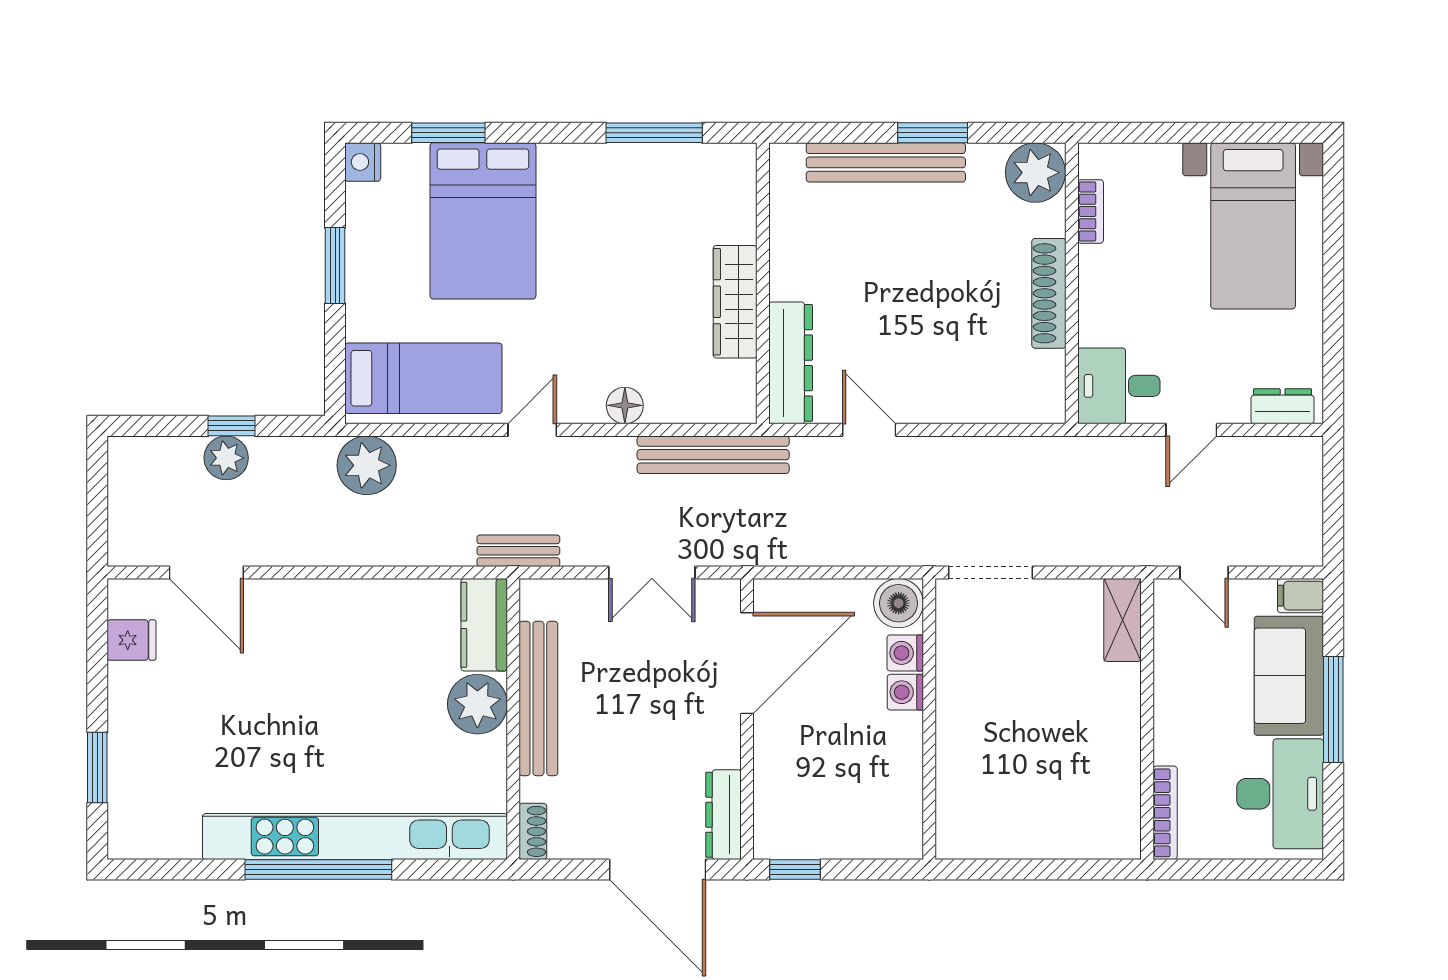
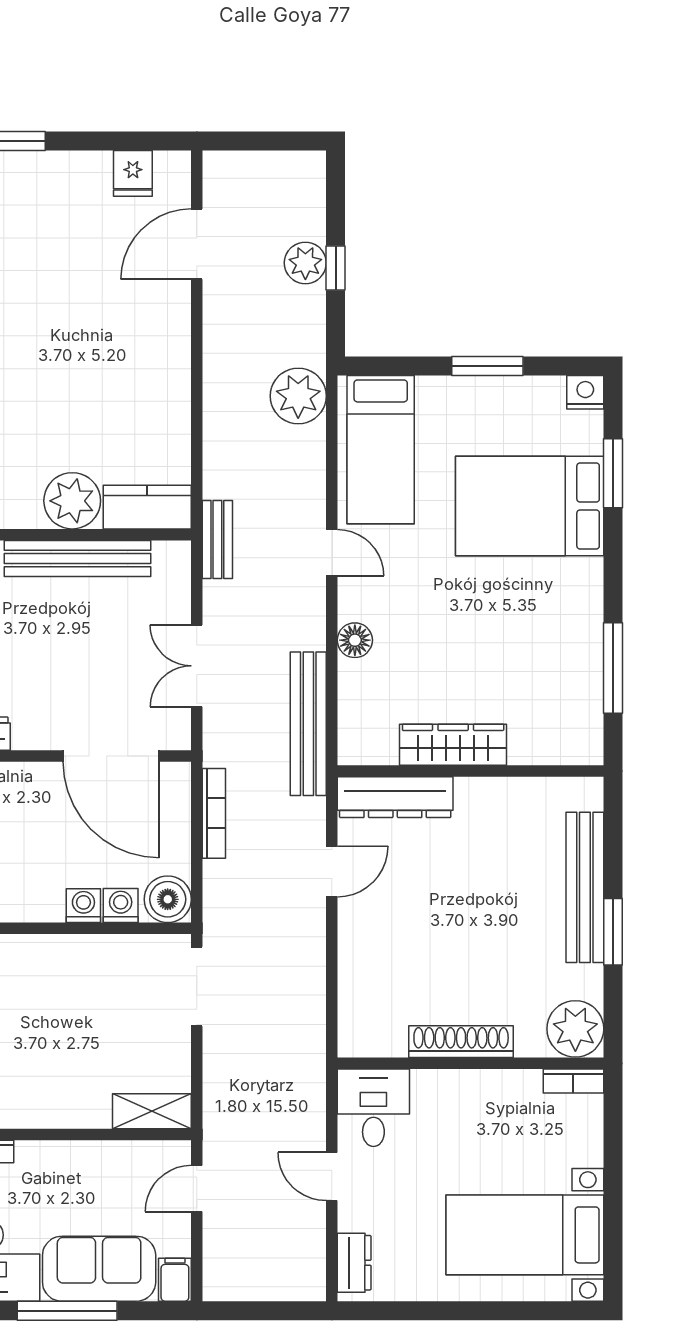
bookcase: (1091, 211) -> (573, 1081), moved
bookcase: (808, 554) -> (214, 813), added

